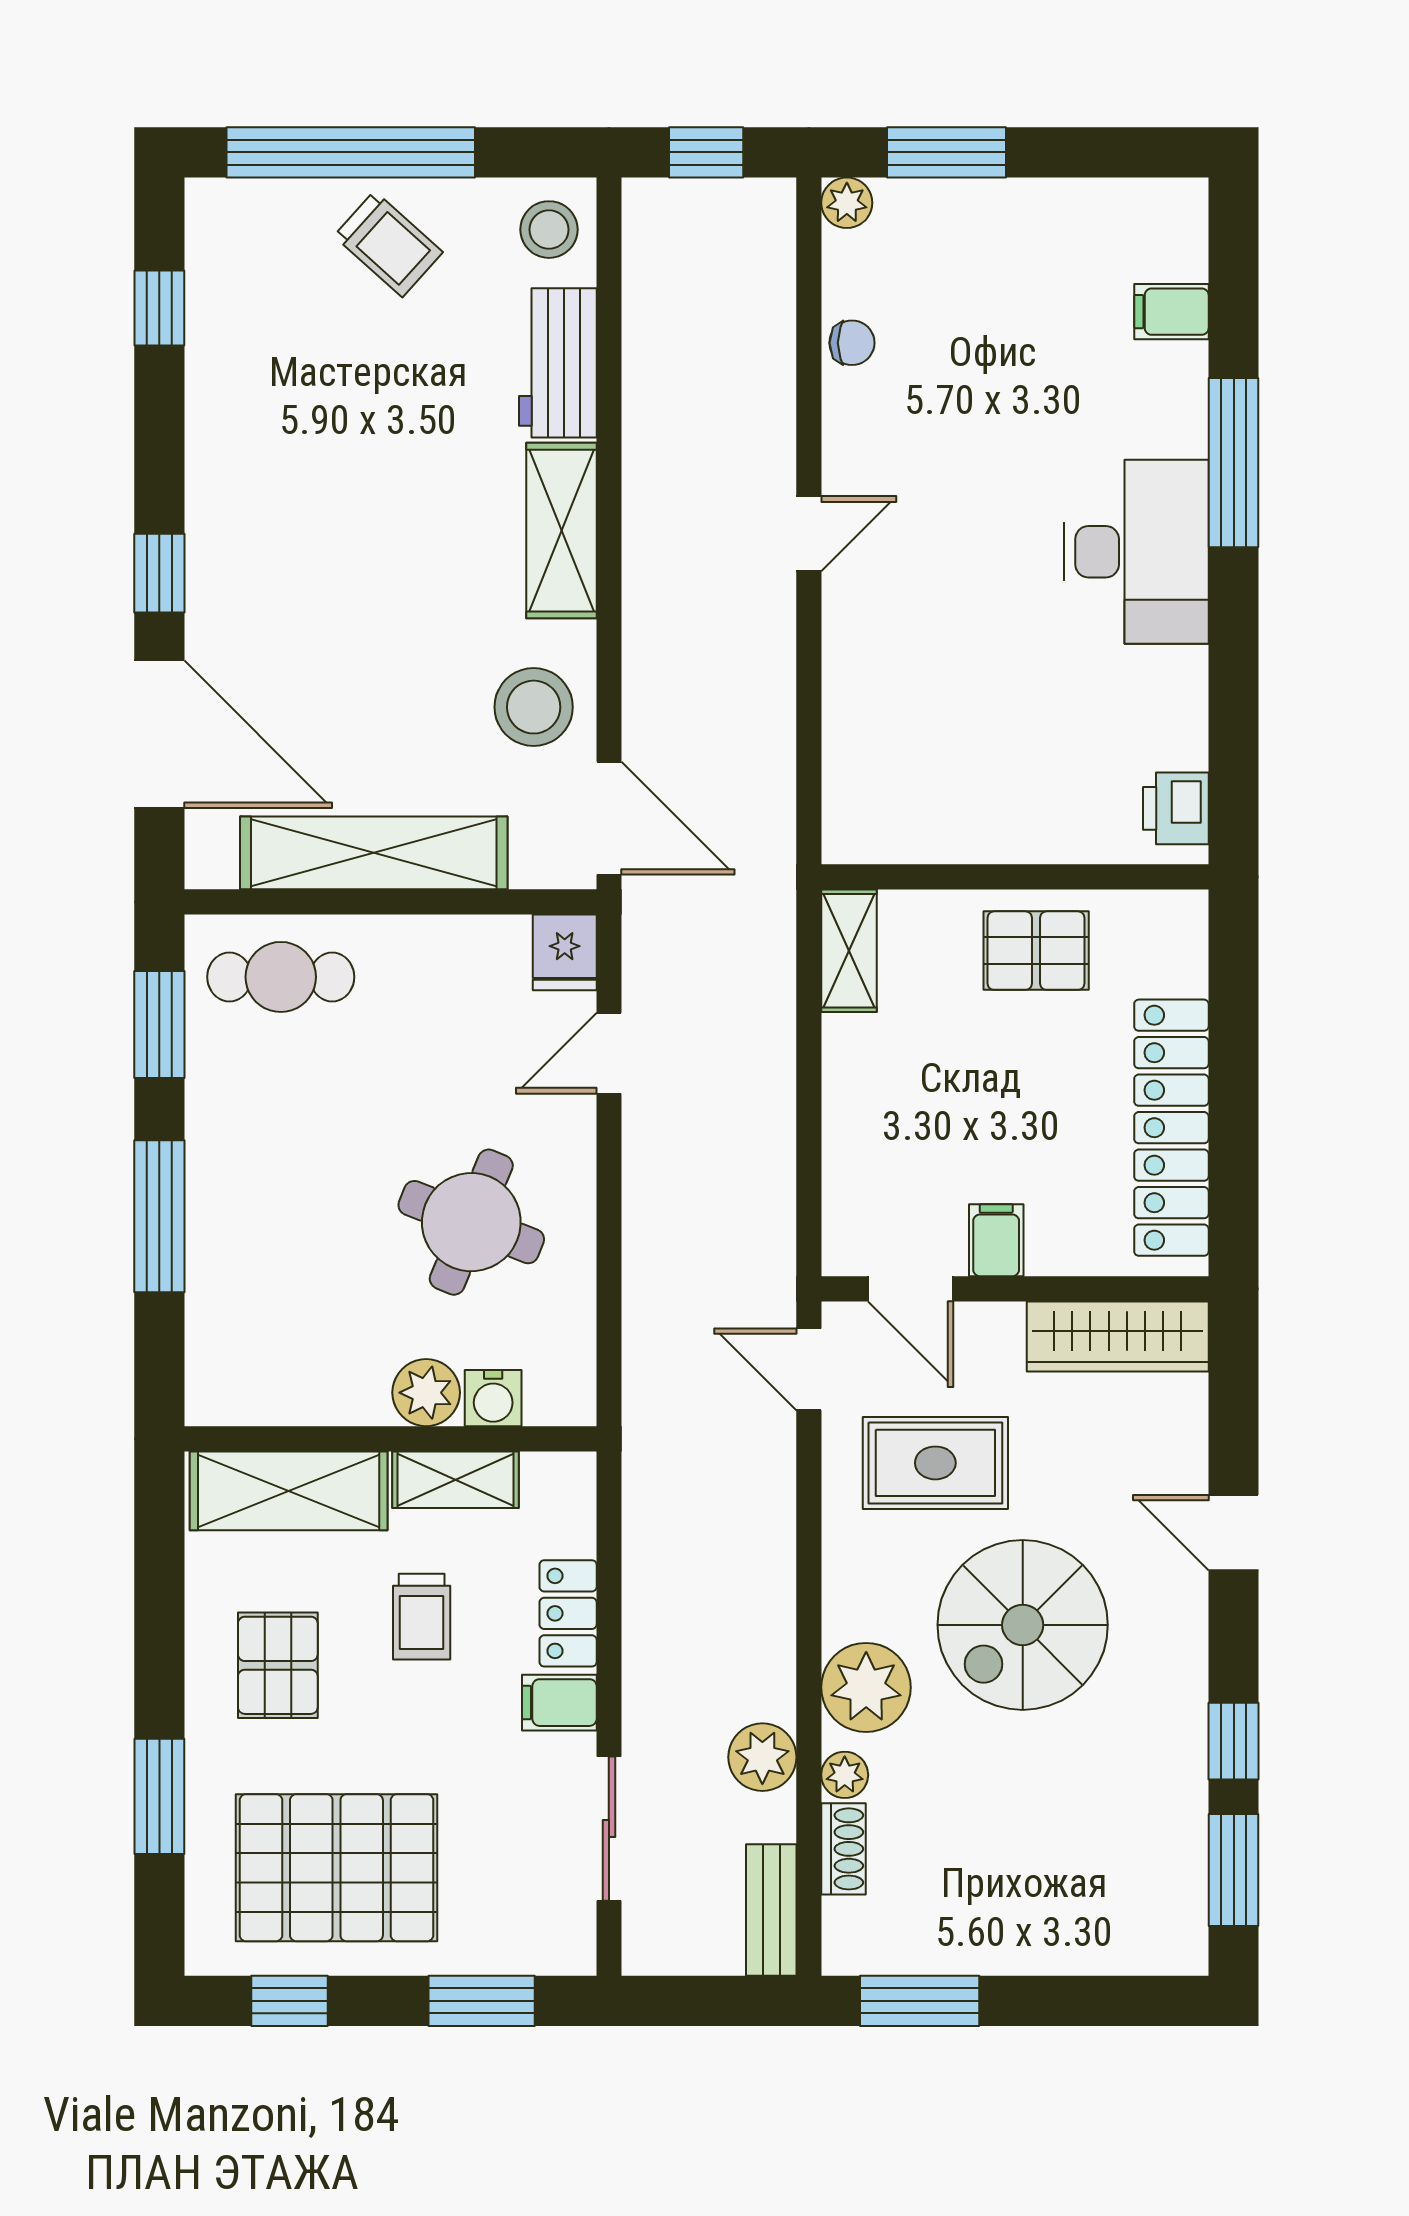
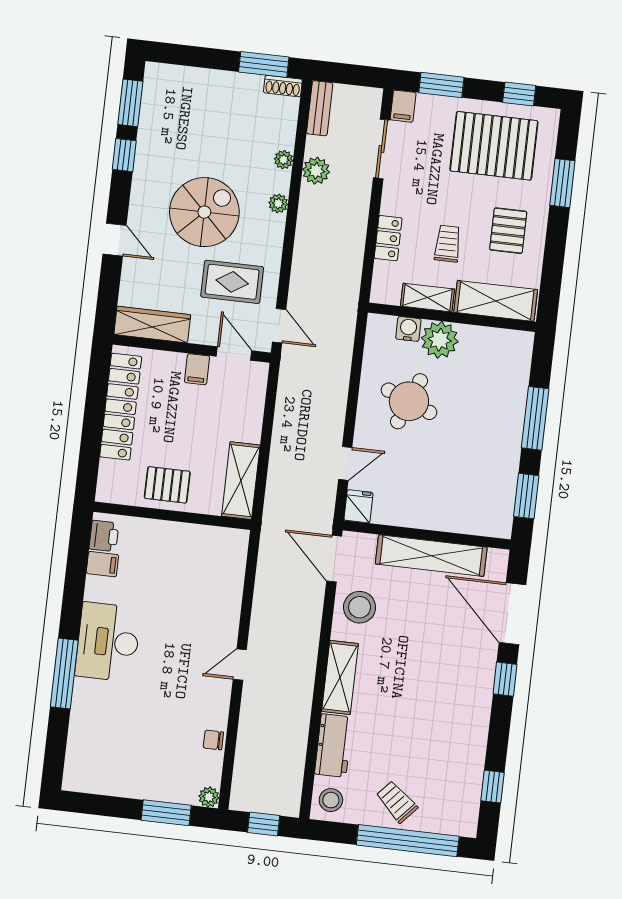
filing cabinet: (1171, 312) -> (102, 564), moved
shelving: (849, 951) -> (241, 481), width x1.50, depth x1.33
cafe table: (281, 977) -> (475, 510), removed
plant: (426, 1393) -> (440, 340), width x1.36, depth x1.36
plant: (866, 1687) -> (278, 204), width x0.53, depth x0.53
filing cabinet: (559, 1703) -> (403, 106), moved, turned 90
shoe rack: (844, 1849) -> (283, 86), moved, turned -90

